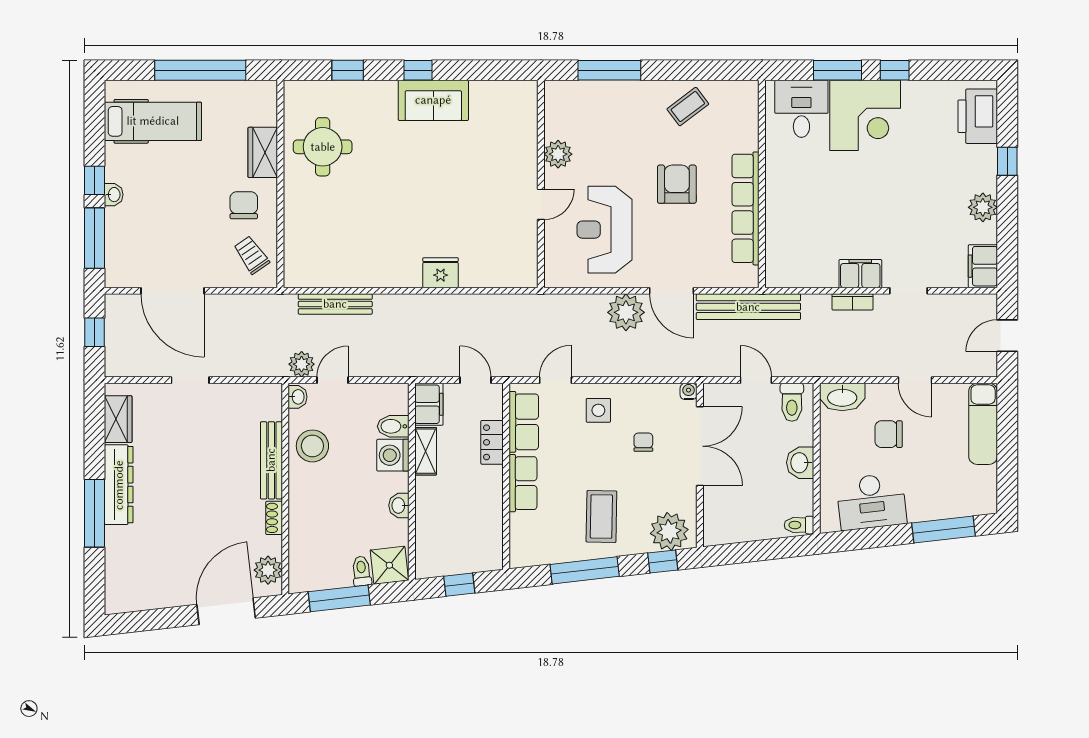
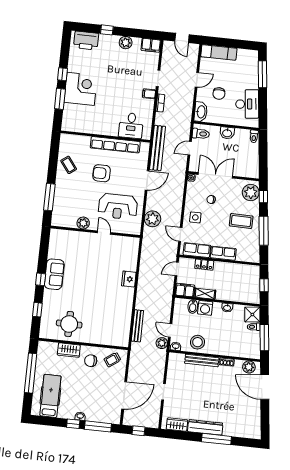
desk: (801, 109) -> (131, 126), moved, turned -90
filing cabinet: (860, 274) -> (149, 94), width x0.50
plant: (626, 312) -> (152, 219), moved

